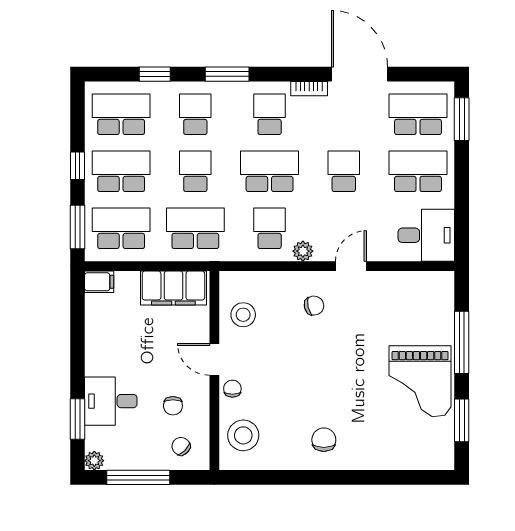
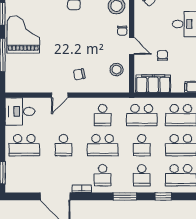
school desk: (418, 114) -> (24, 175), removed
plant: (303, 251) -> (85, 103), removed
chair: (173, 406) -> (162, 55), moved

